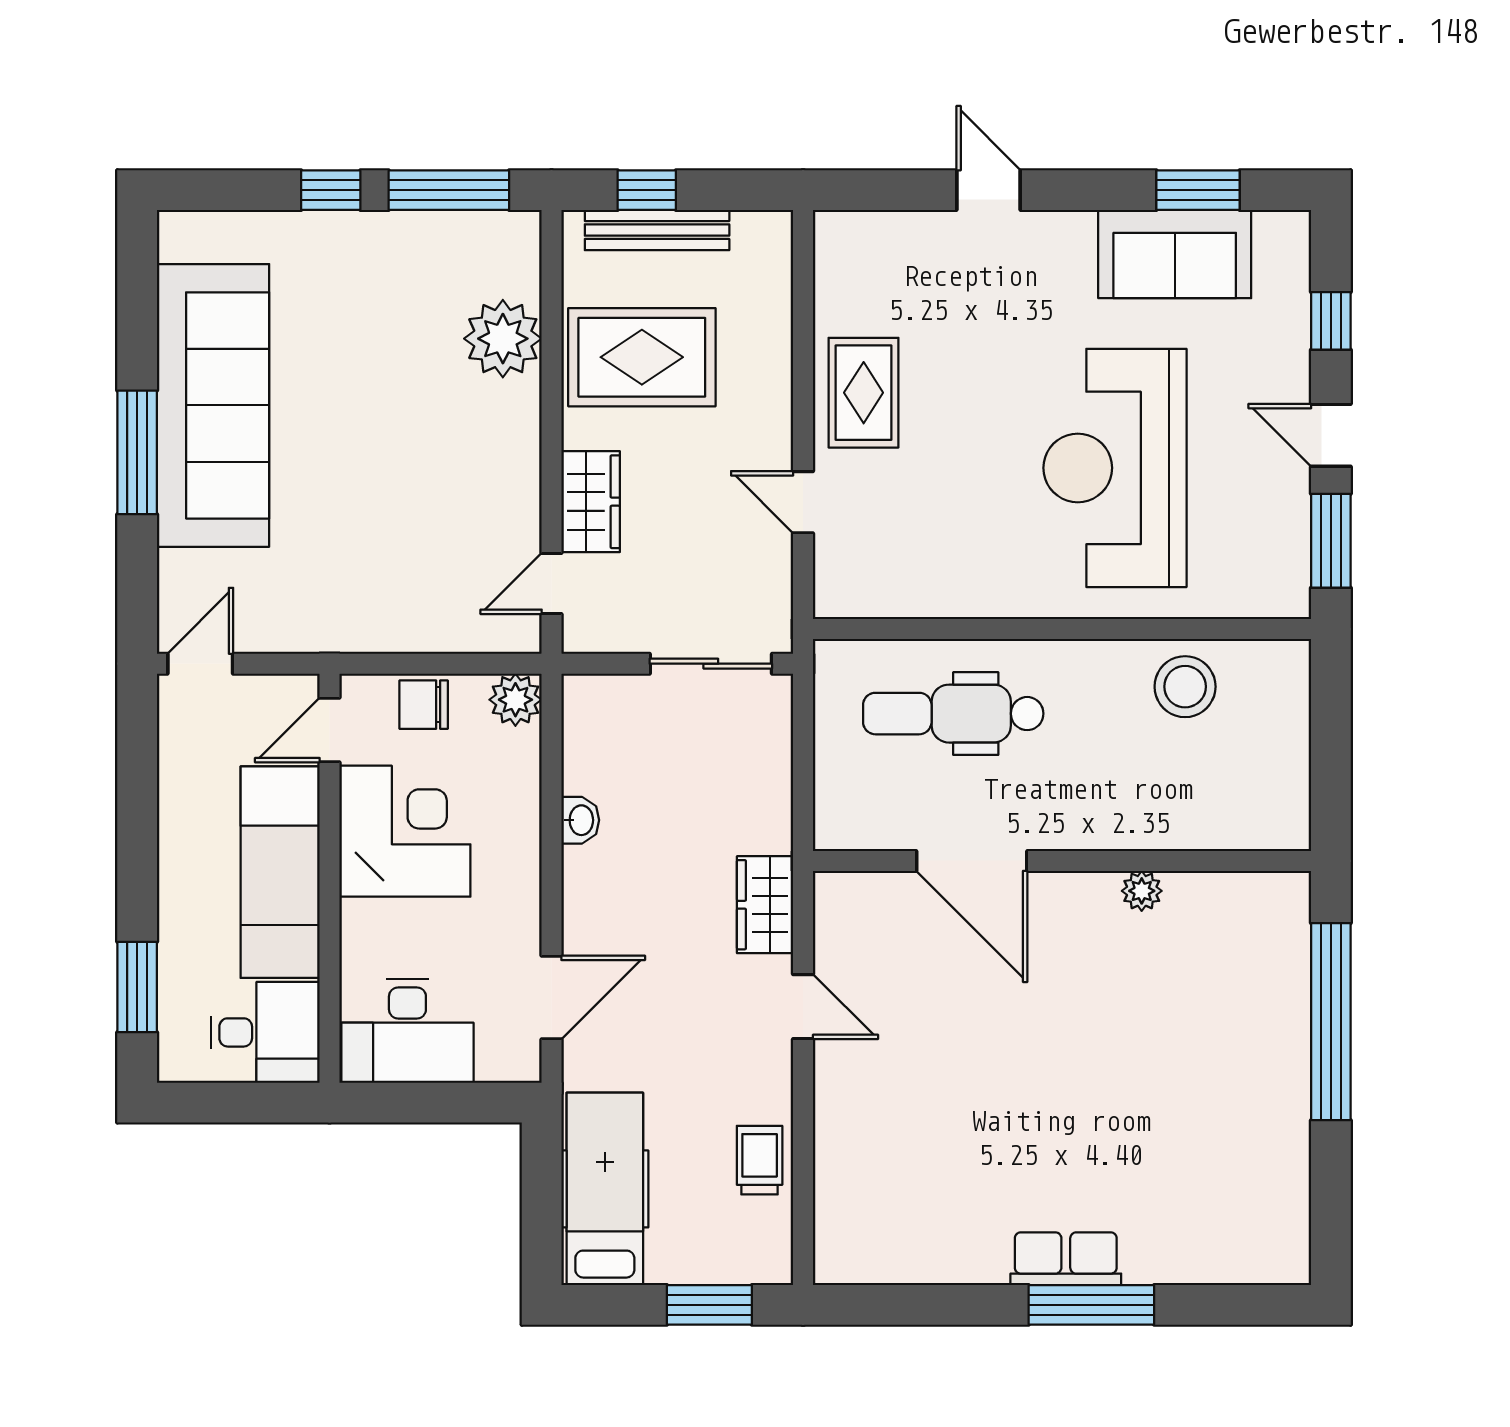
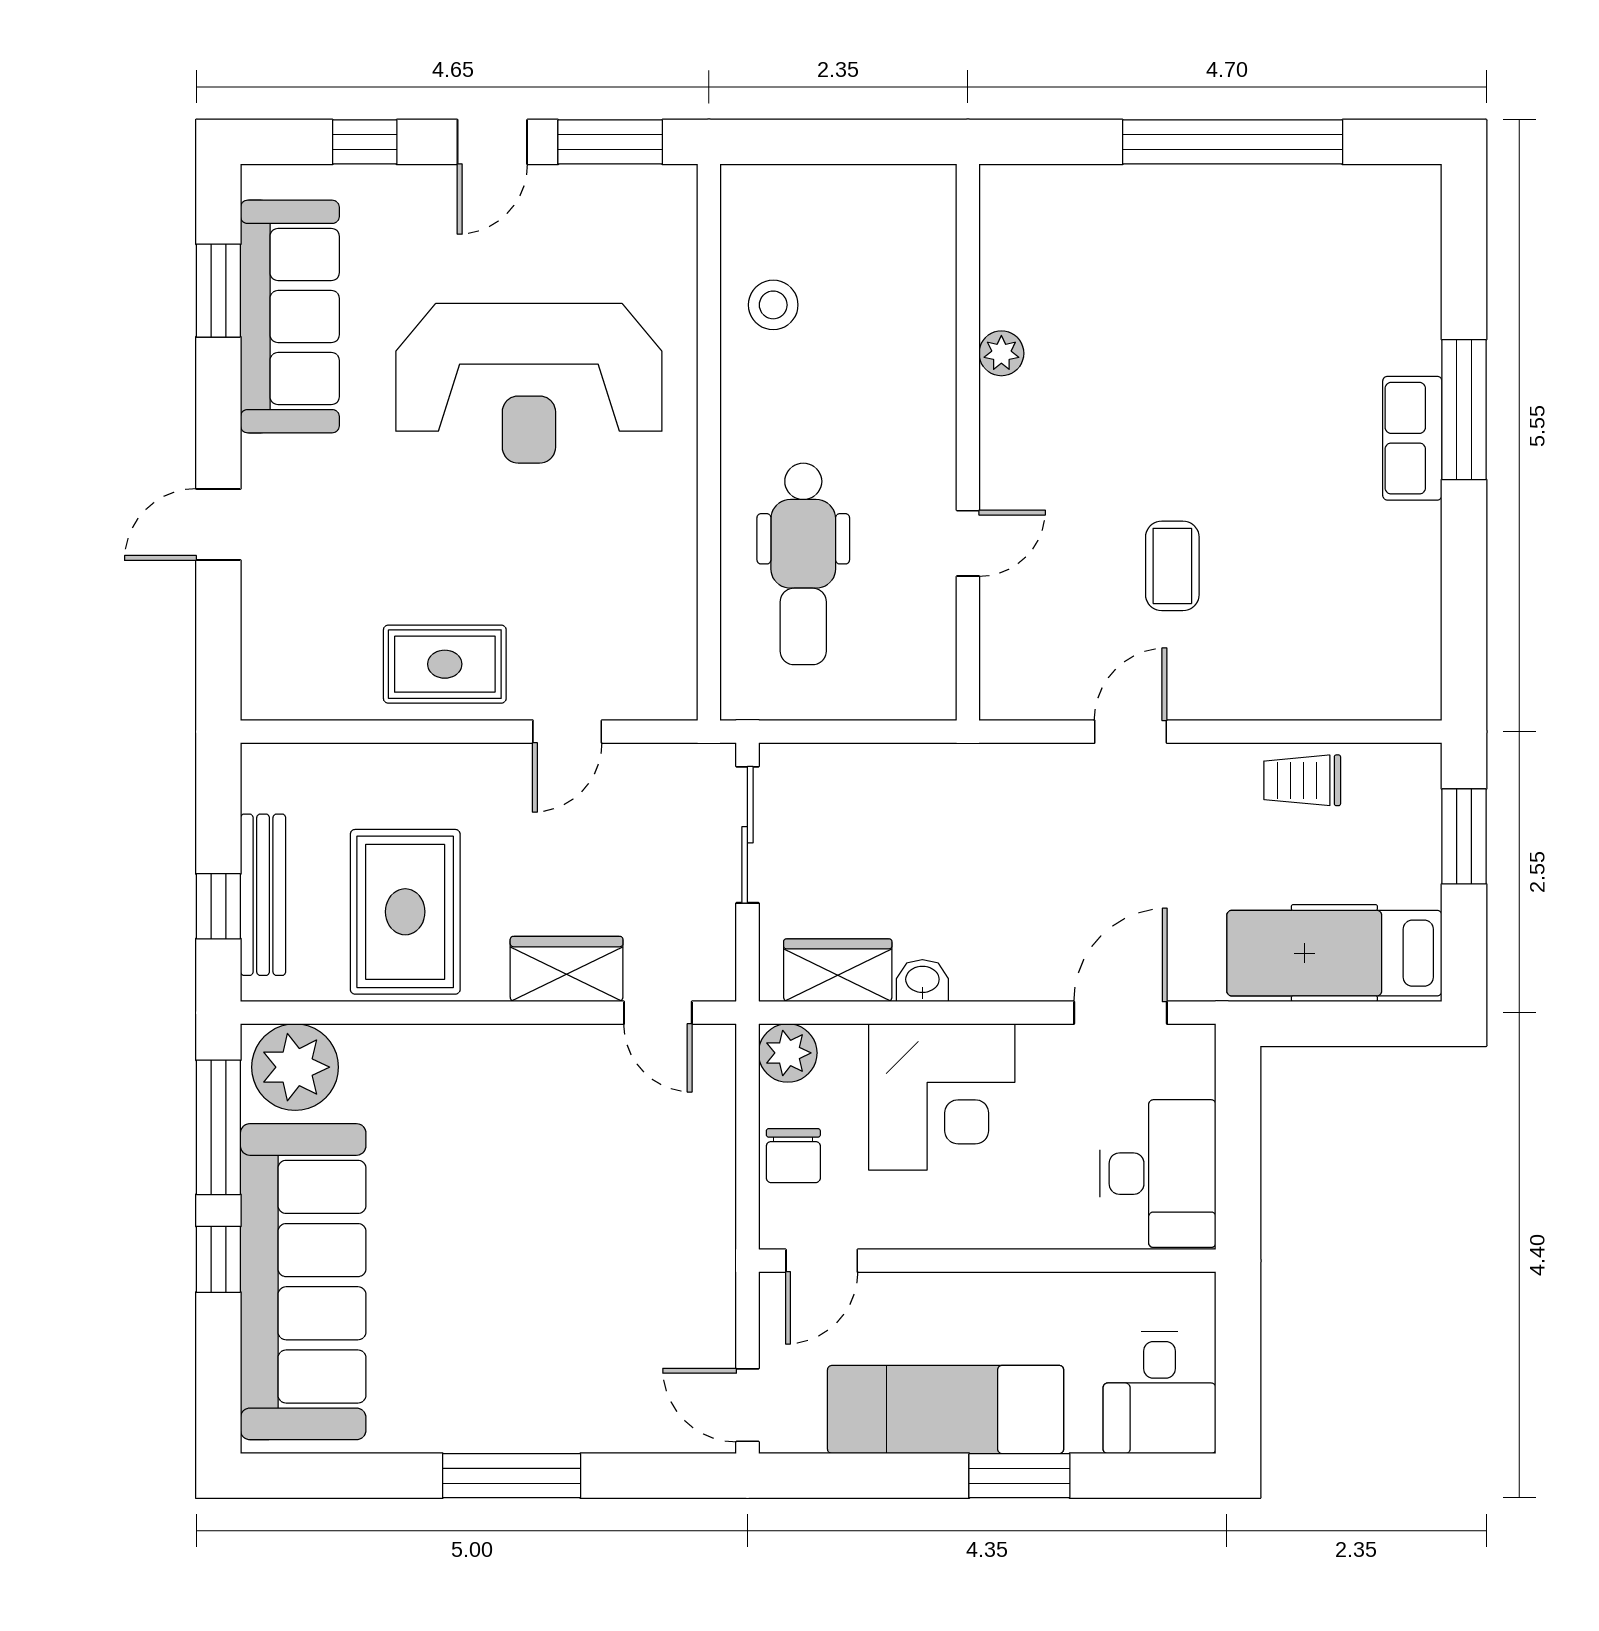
sofa: (1175, 254) -> (290, 317), width x1.36
plant: (503, 339) -> (295, 1067), moved
sofa: (213, 405) -> (303, 1282), moved, turned 90
stool: (1185, 687) -> (773, 305), width x0.73, depth x0.73
door: (330, 730) -> (822, 1261), hinge flipped
corner desk: (405, 831) -> (942, 1097), moved, turned 180
door: (972, 861) -> (968, 543), width x0.53
exam couch: (280, 872) -> (946, 1409), moved, turned 180
wardrobe: (765, 905) -> (838, 970), moved, turned 180
window: (137, 987) -> (1019, 1476), moved
door: (552, 998) -> (1120, 1013), hinge flipped
window: (1331, 1022) -> (1233, 142), moved
desk: (265, 1032) -> (1159, 1393), moved, turned 180
coffee table: (951, 1044) -> (1172, 566), added

